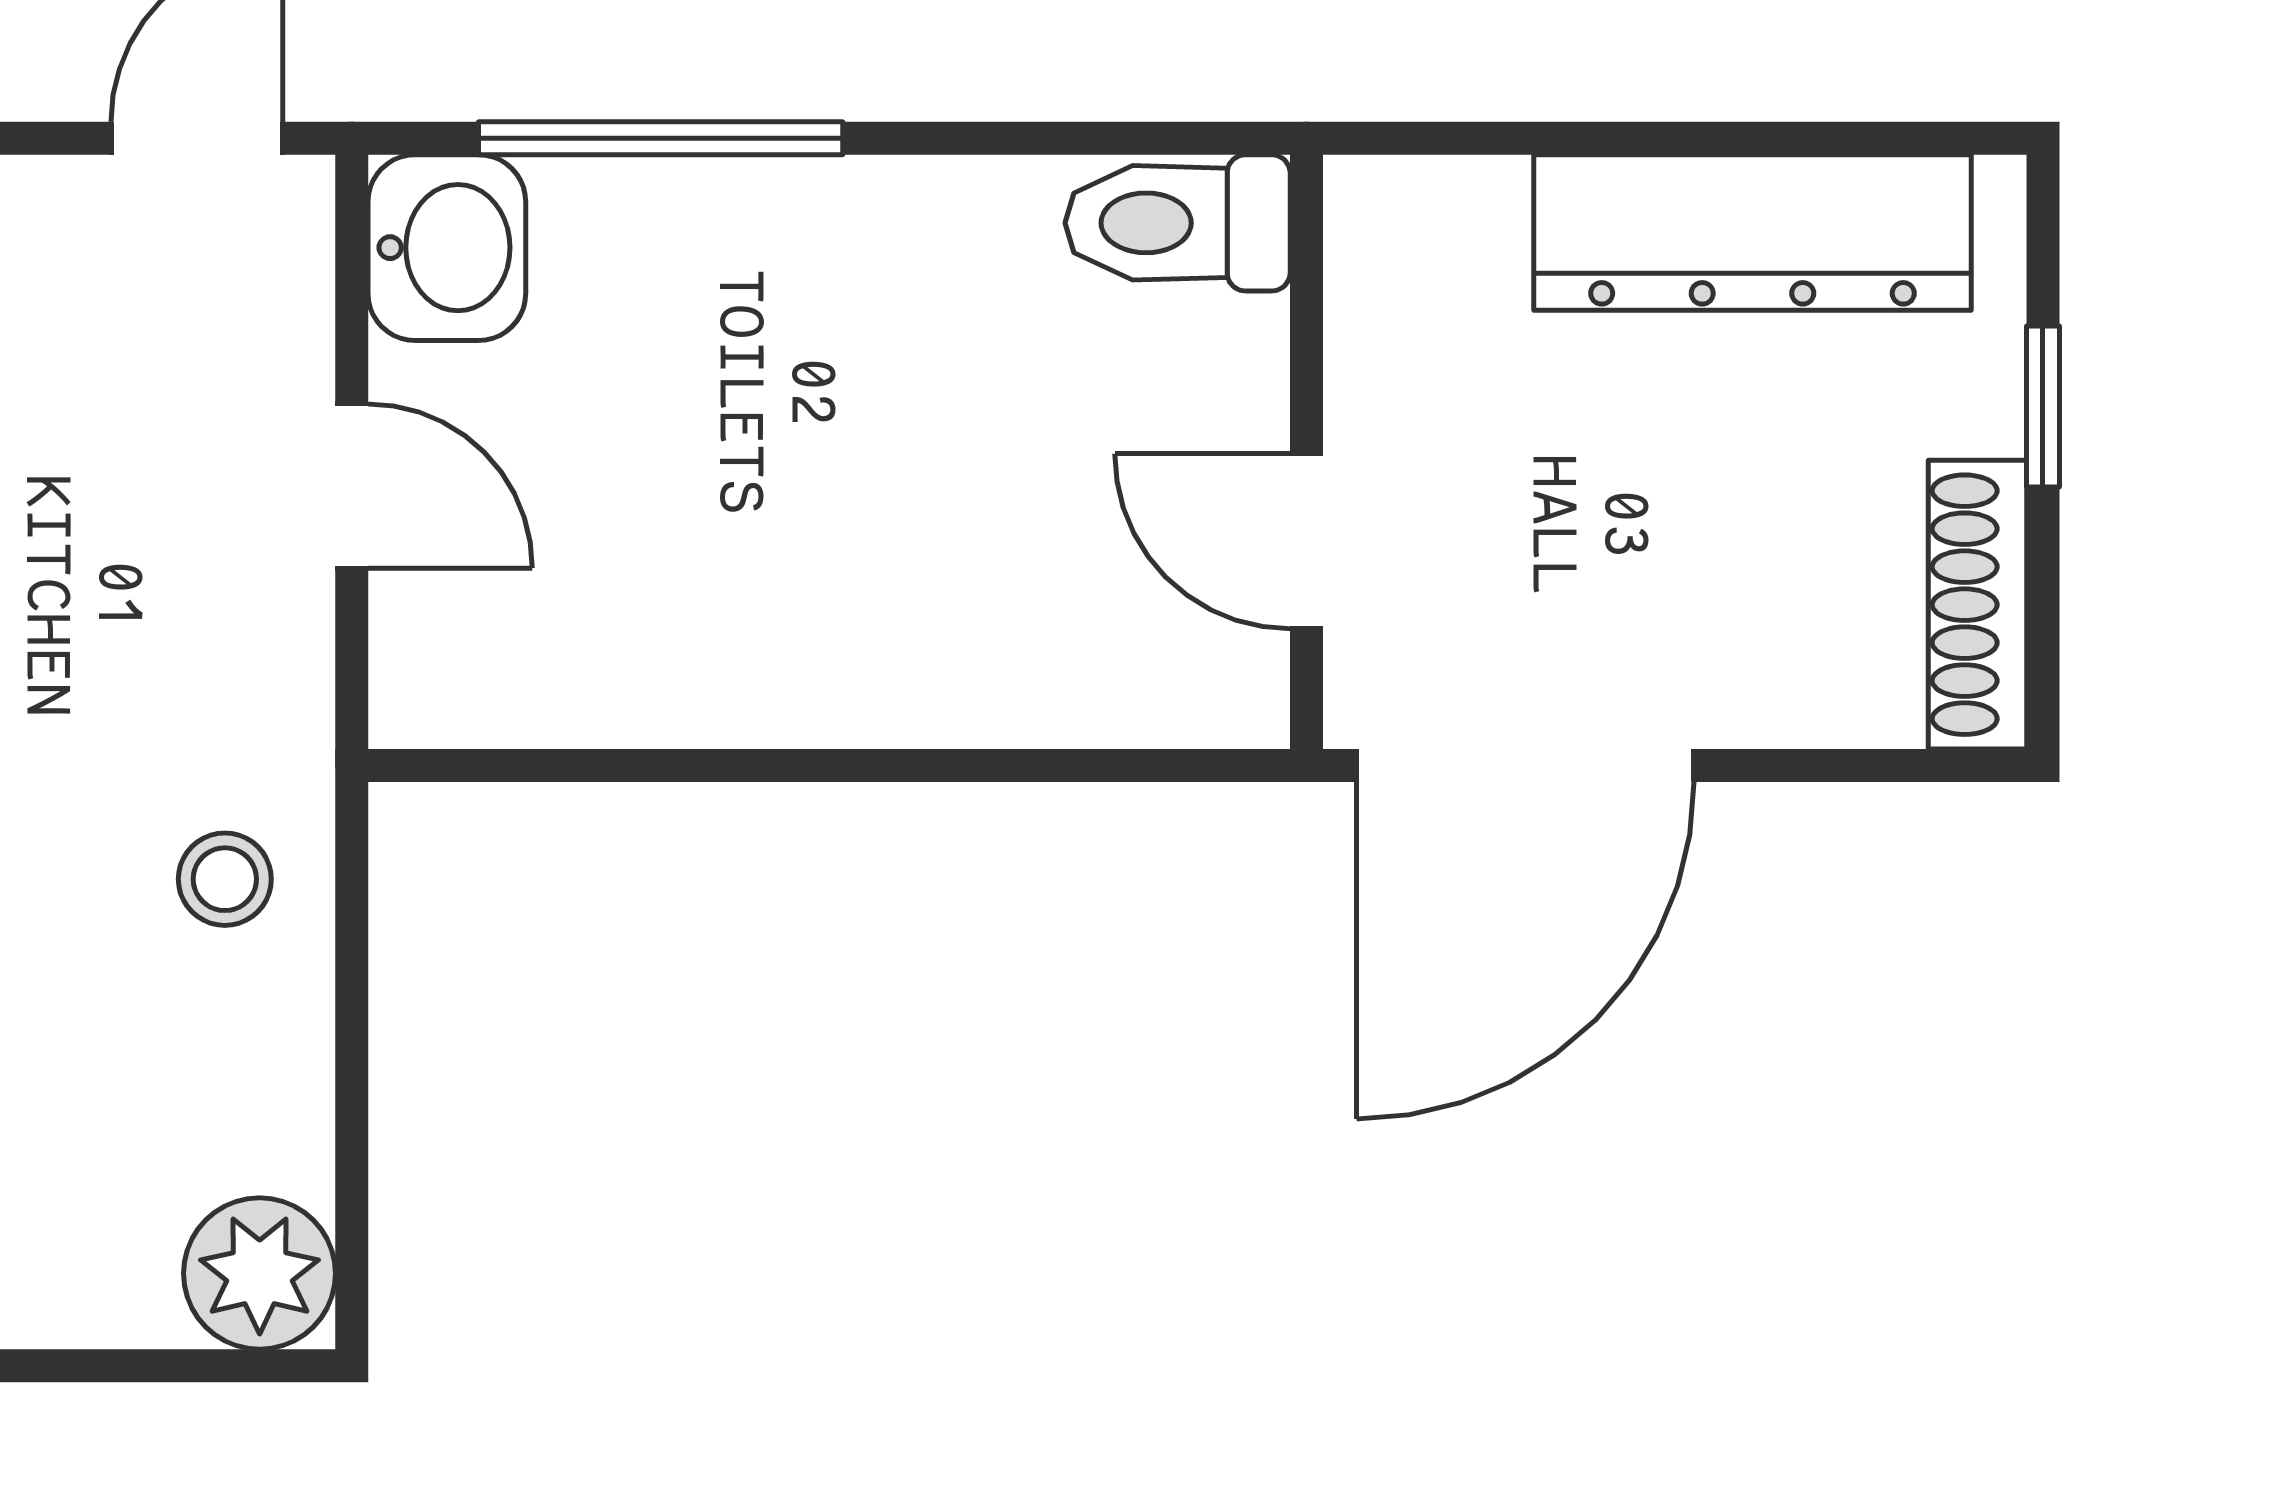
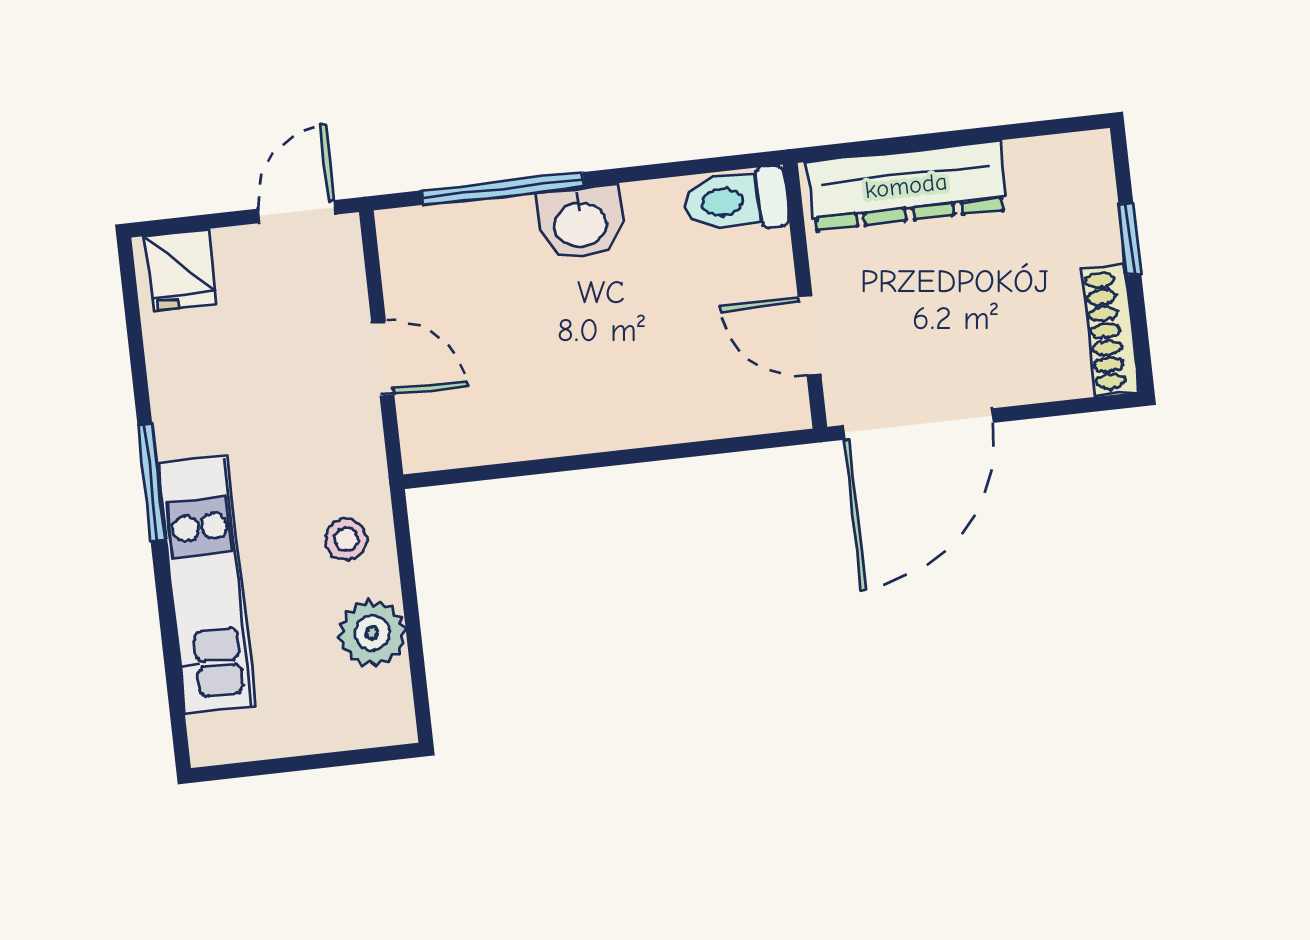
dresser: (1752, 232) -> (906, 186), moved
washbasin: (447, 248) -> (580, 223), moved, turned 90
plant: (260, 1273) -> (372, 633), moved

